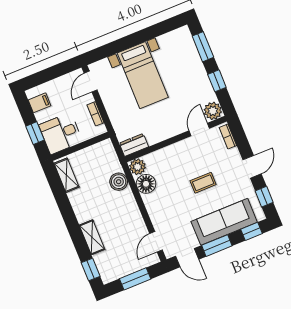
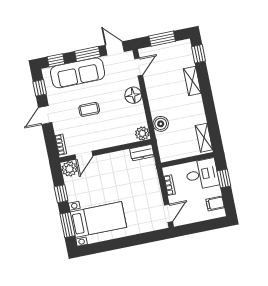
bed with nightstands: (143, 75) -> (98, 220), moved, turned 90
floor lamp: (146, 184) -> (133, 95), moved

